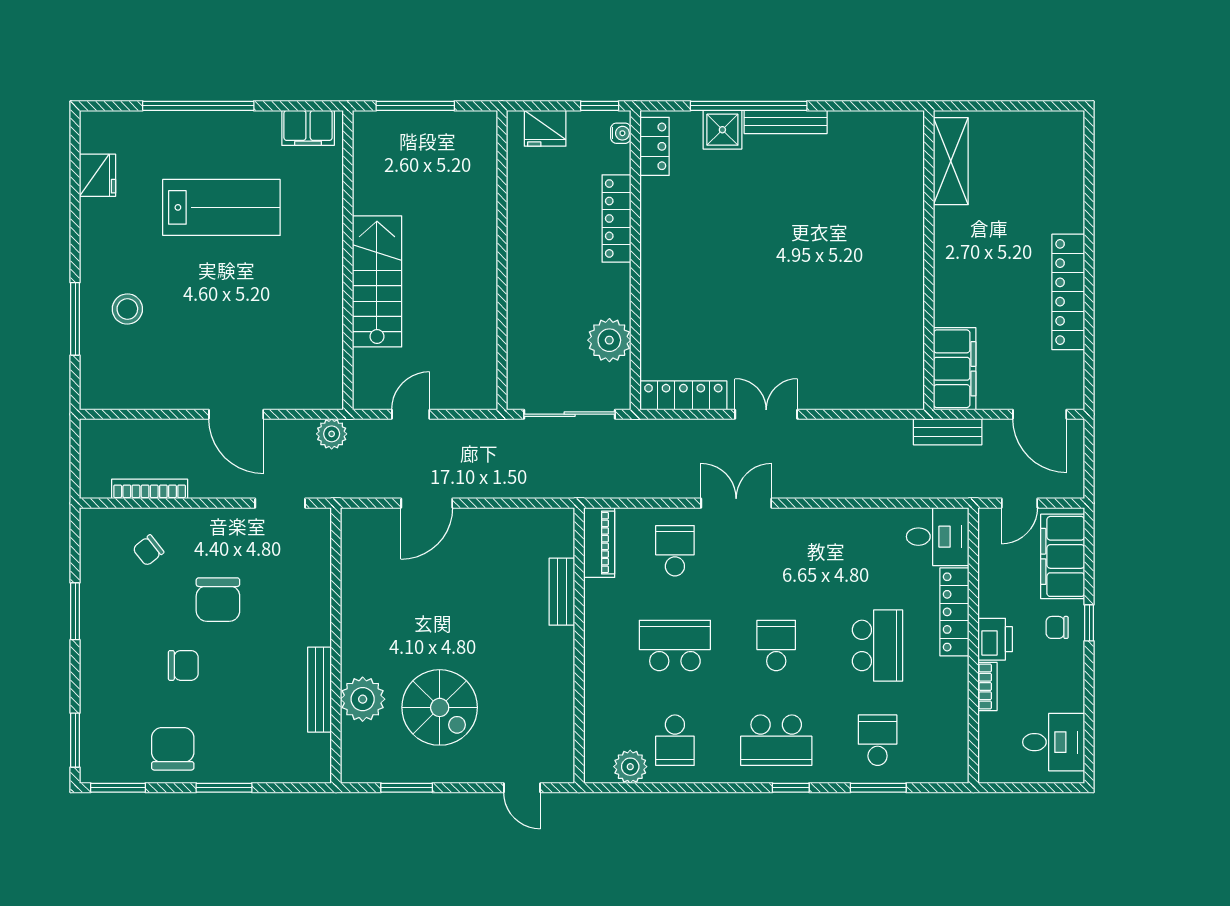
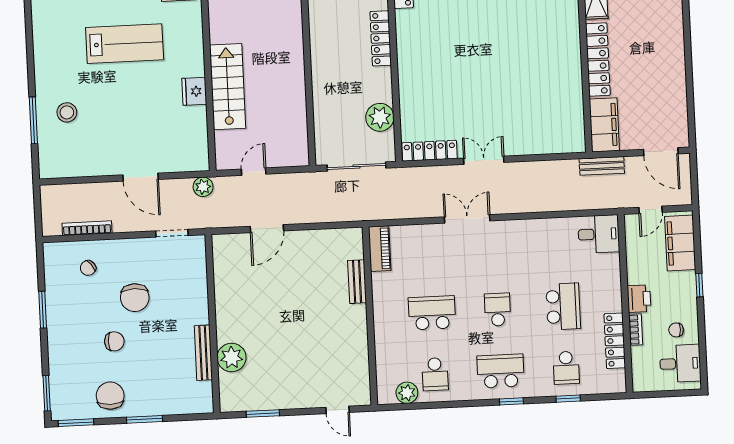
fridge: (98, 175) -> (194, 91), moved, turned 180
locker: (1068, 292) -> (598, 60), moved, turned 180
school desk: (675, 551) -> (429, 252), removed
locker: (954, 612) -> (615, 341), moved
chair: (1057, 627) -> (676, 330), moved
spiral stairs: (440, 707) -> (282, 360), removed
school desk: (776, 740) -> (501, 371), turned 180
school desk: (878, 740) -> (566, 368), turned 180
window: (878, 788) -> (568, 399), width x0.67

